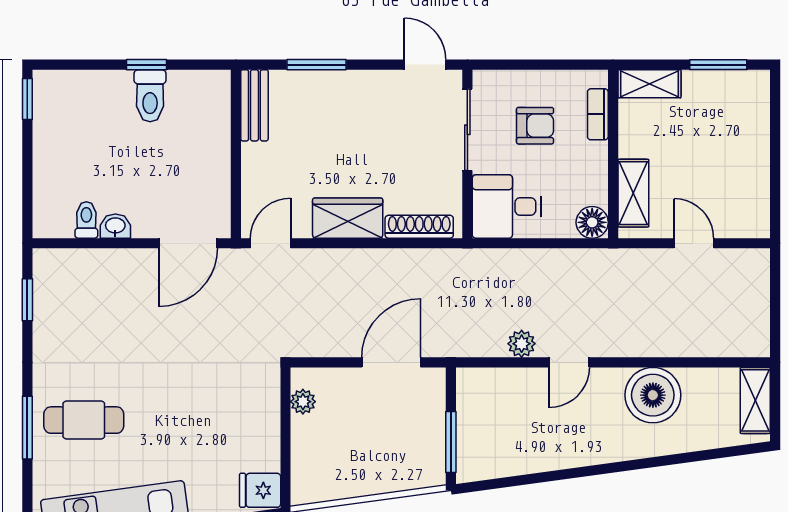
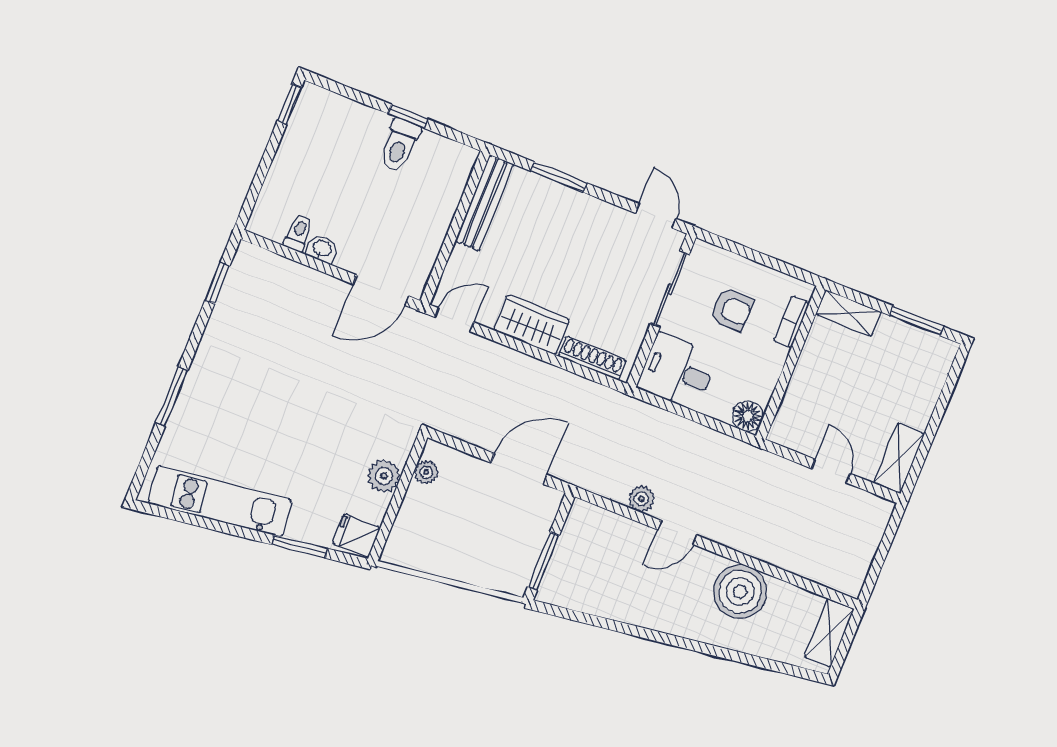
bench: (254, 105) -> (484, 203), width x1.36
shelving: (633, 193) -> (899, 458), moved
cafe table: (84, 420) -> (225, 410), removed
plant: (264, 422) -> (384, 476), added

